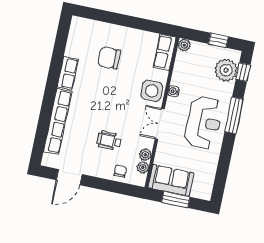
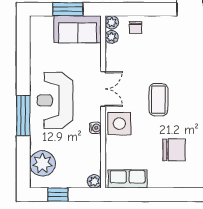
row of seats: (165, 52) -> (128, 179), moved, turned -90
window: (243, 72) -> (23, 165), removed
coffee table: (114, 104) -> (158, 100), added
wheelchair: (109, 141) -> (155, 59), removed
plant: (145, 155) -> (112, 22), moved

